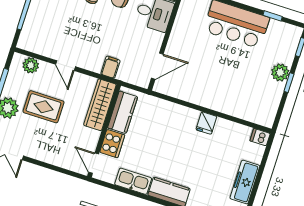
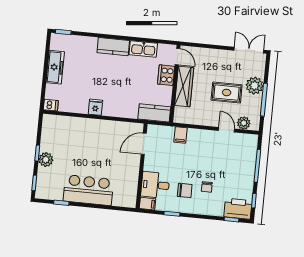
door: (66, 66) -> (226, 130), moved
wardrobe: (100, 105) -> (184, 87), moved
kitchen counter: (123, 112) -> (154, 113), moved, turned 90

